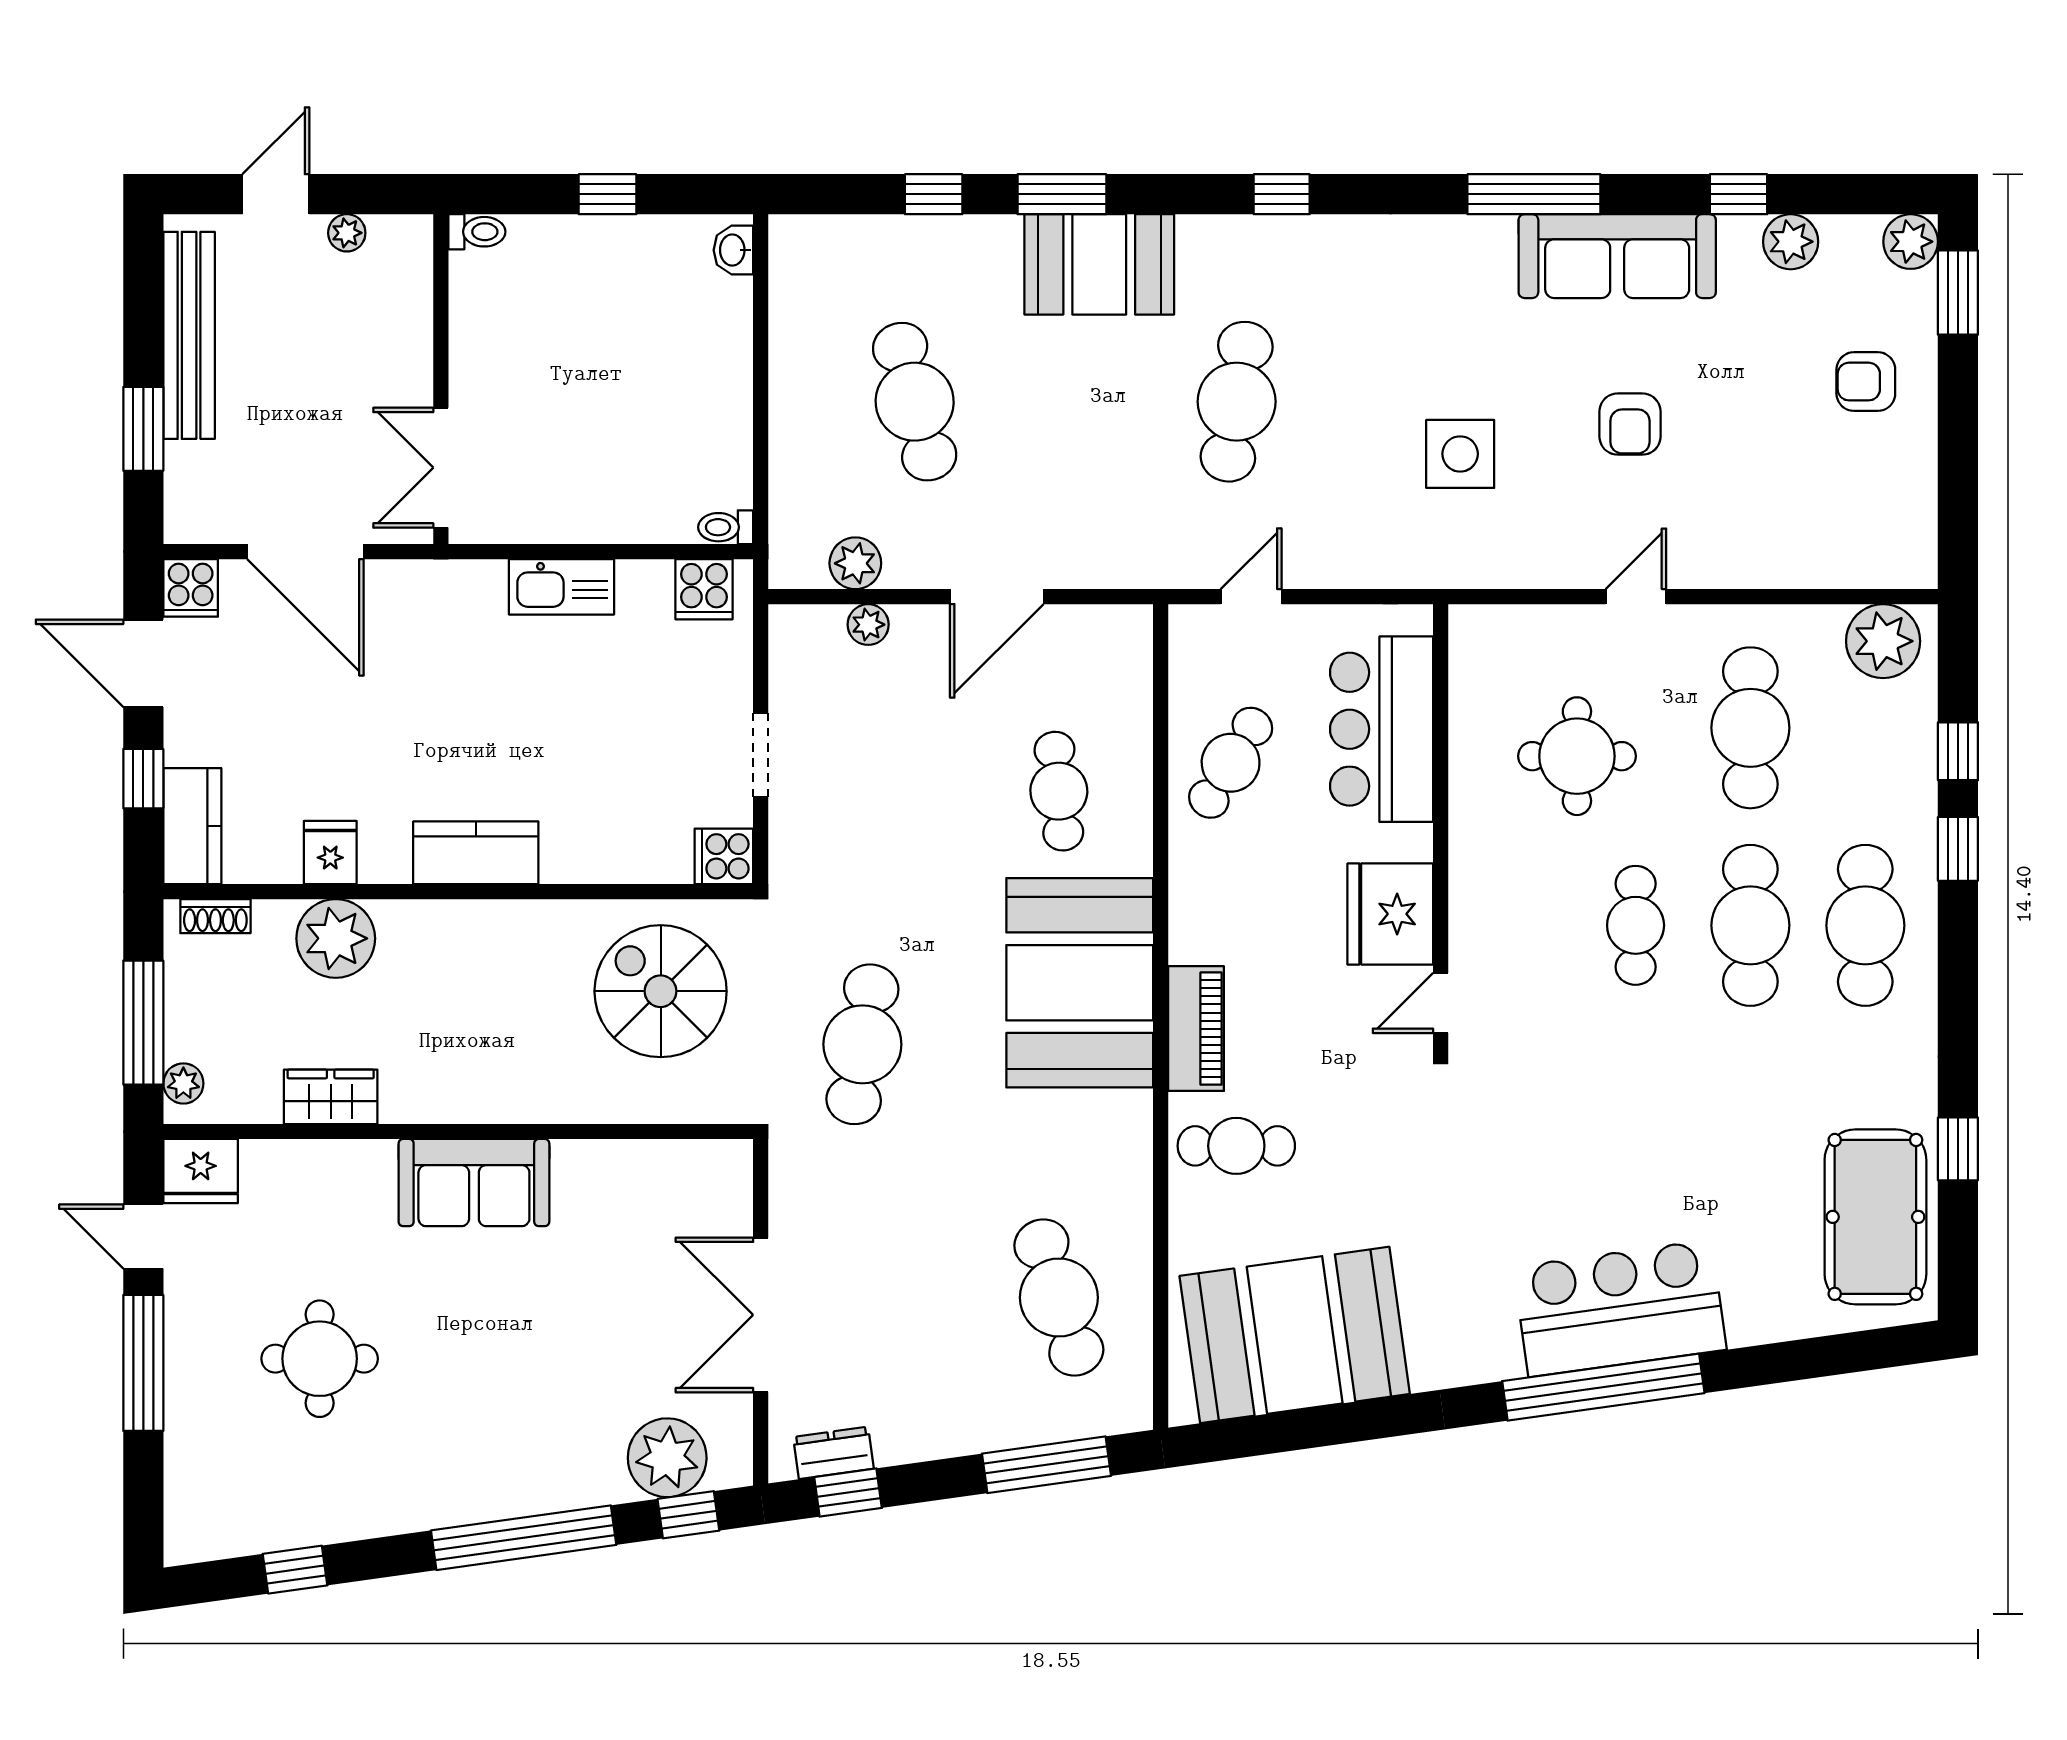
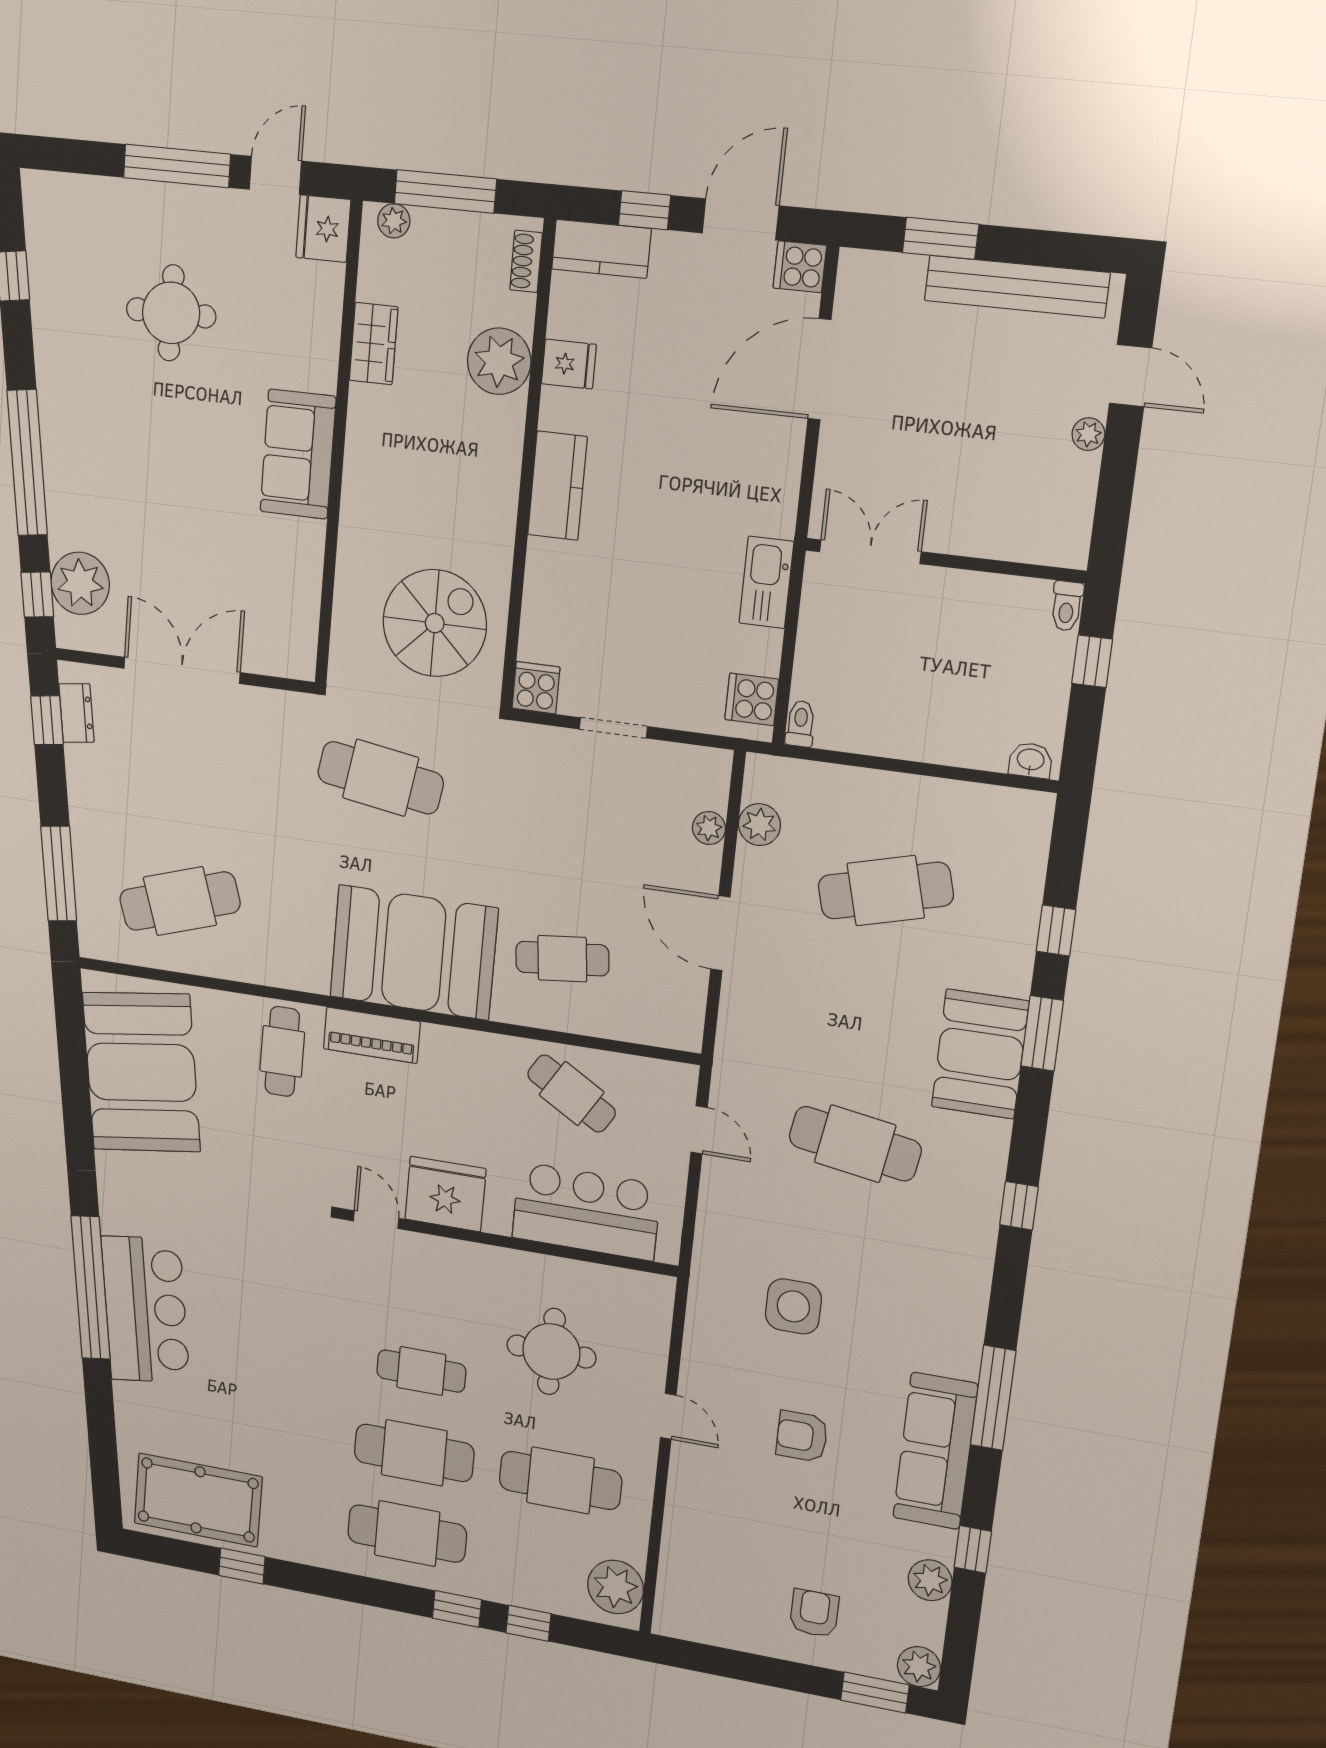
toilet: (477, 232) -> (1067, 606), moved
wall: (441, 379) -> (945, 561), moved
double door: (441, 468) -> (870, 552), moved

